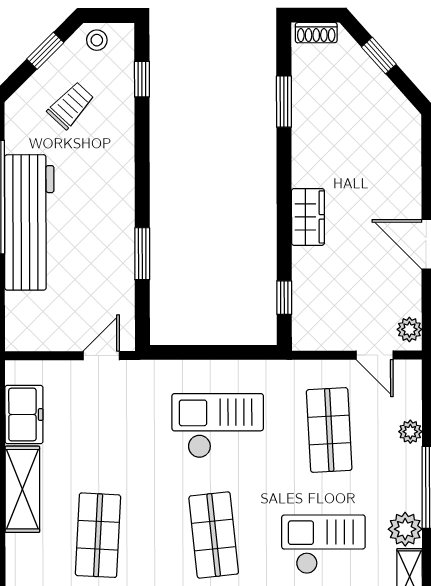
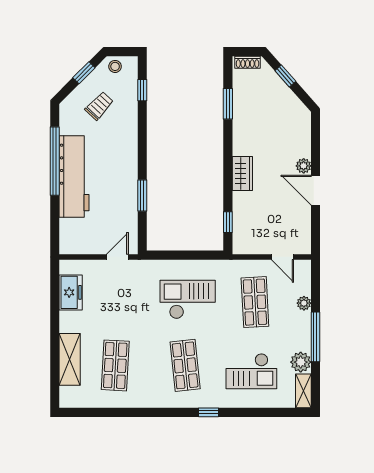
plant: (409, 329) -> (304, 166), moved
shelving: (22, 489) -> (70, 359), moved
checkout: (323, 544) -> (251, 371), turned 180

